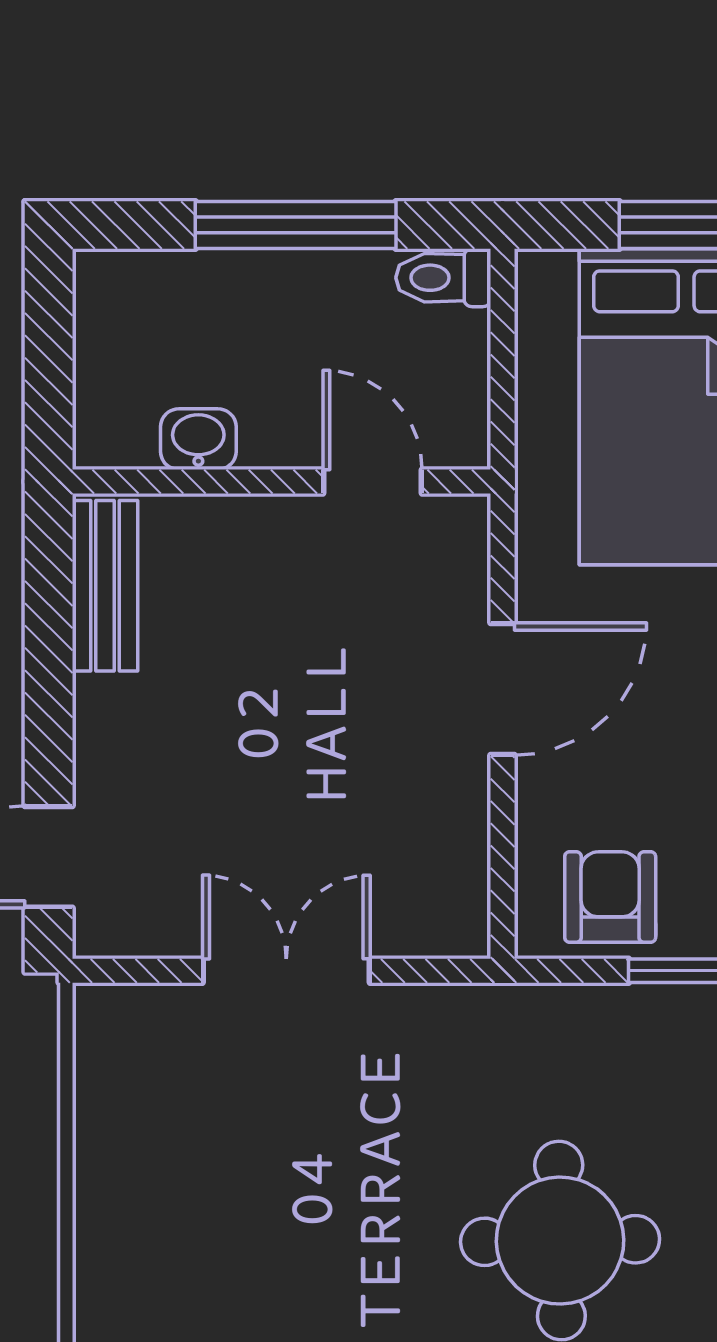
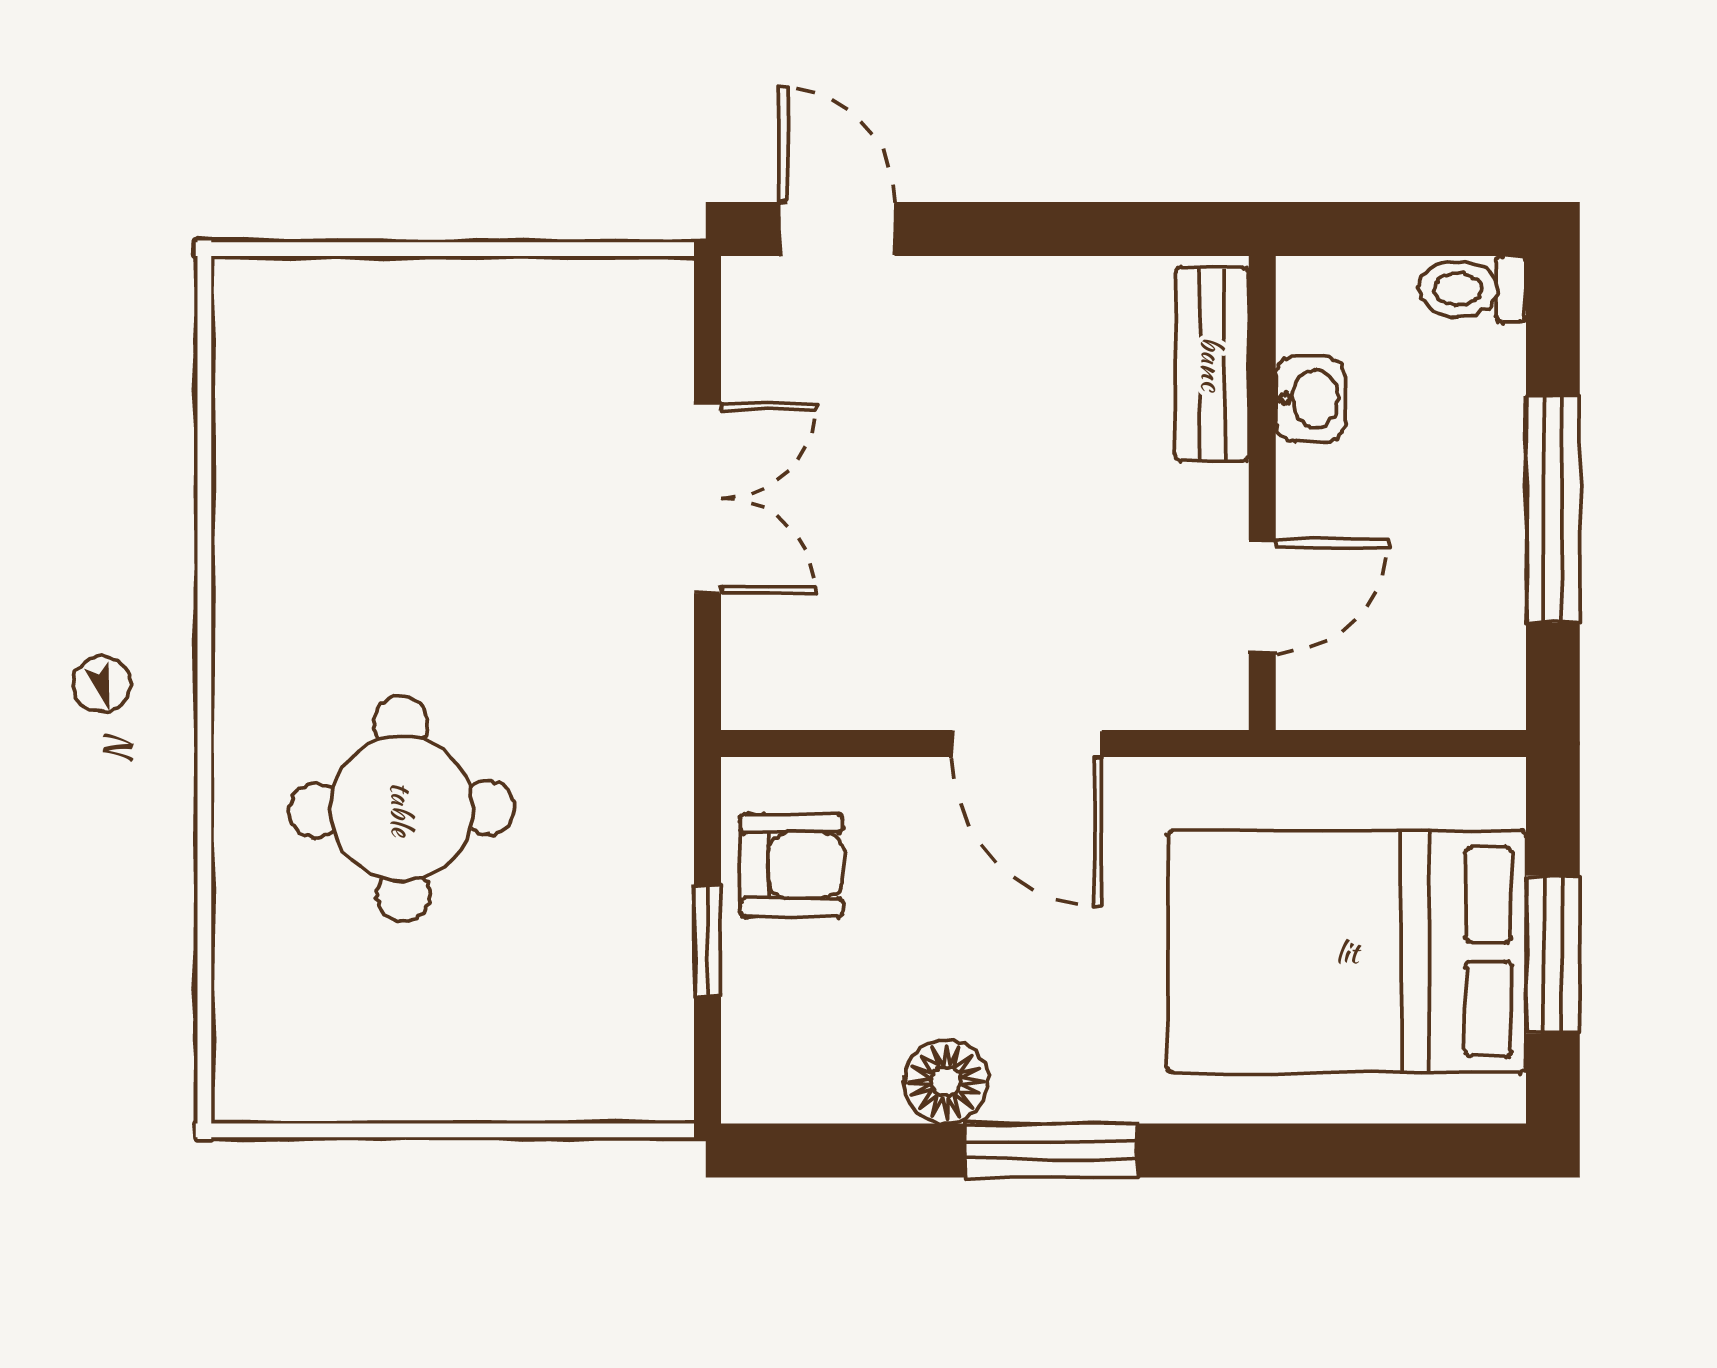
toilet: (443, 278) -> (1472, 289), moved, turned -90
bench: (105, 586) -> (1212, 364), moved, turned 90

